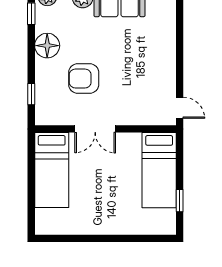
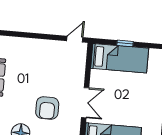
window: (180, 201) -> (125, 43), moved

